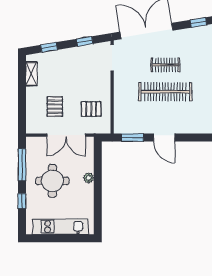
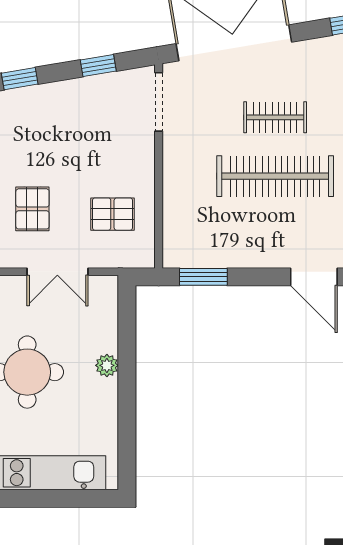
double door: (66, 135) -> (57, 272), width x0.73
door: (164, 138) -> (314, 277), moved

